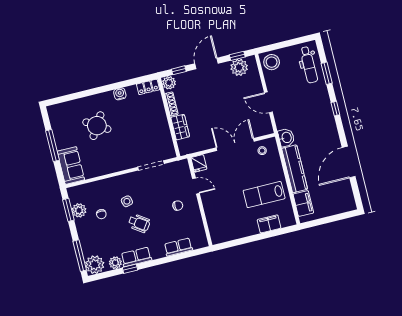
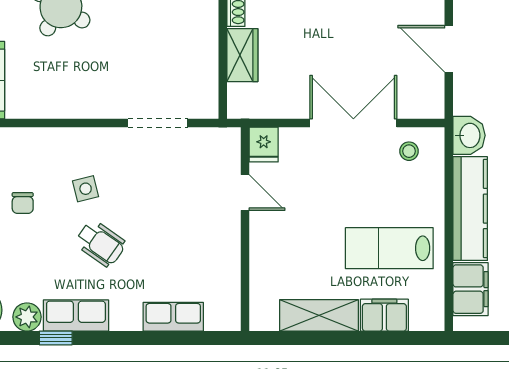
chair: (178, 206) -> (195, 226), removed
shelving: (241, 231) -> (319, 315), added

